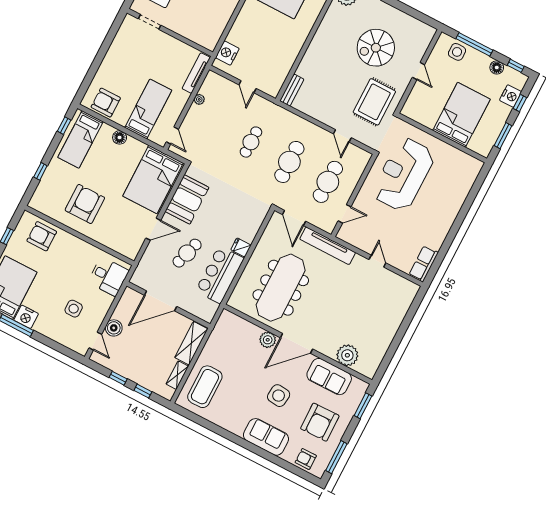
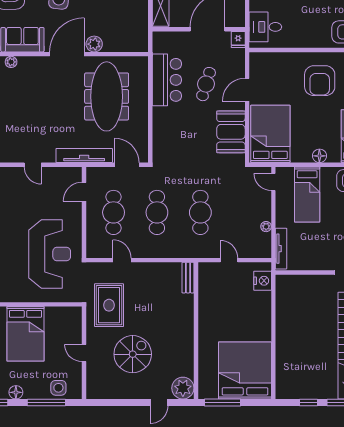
cafe table: (251, 142) -> (200, 212), width x1.37, depth x1.35
fridge: (241, 247) -> (238, 40), moved, turned 90
plant: (347, 355) -> (11, 62), width x0.53, depth x0.53

